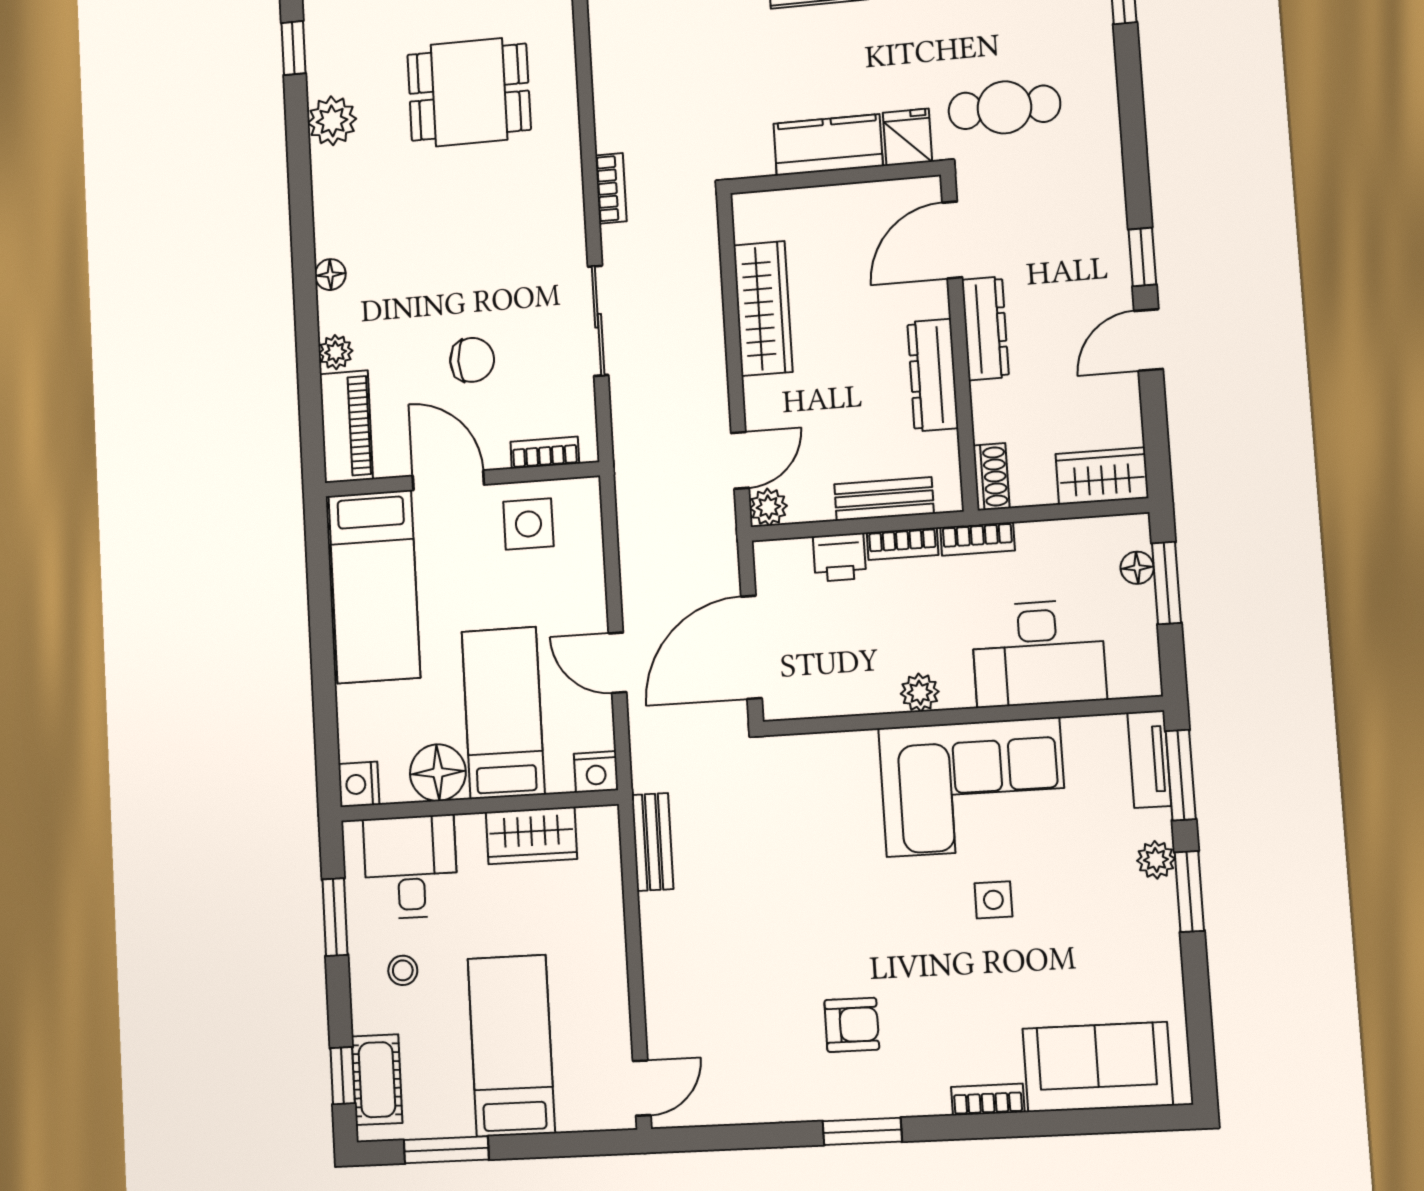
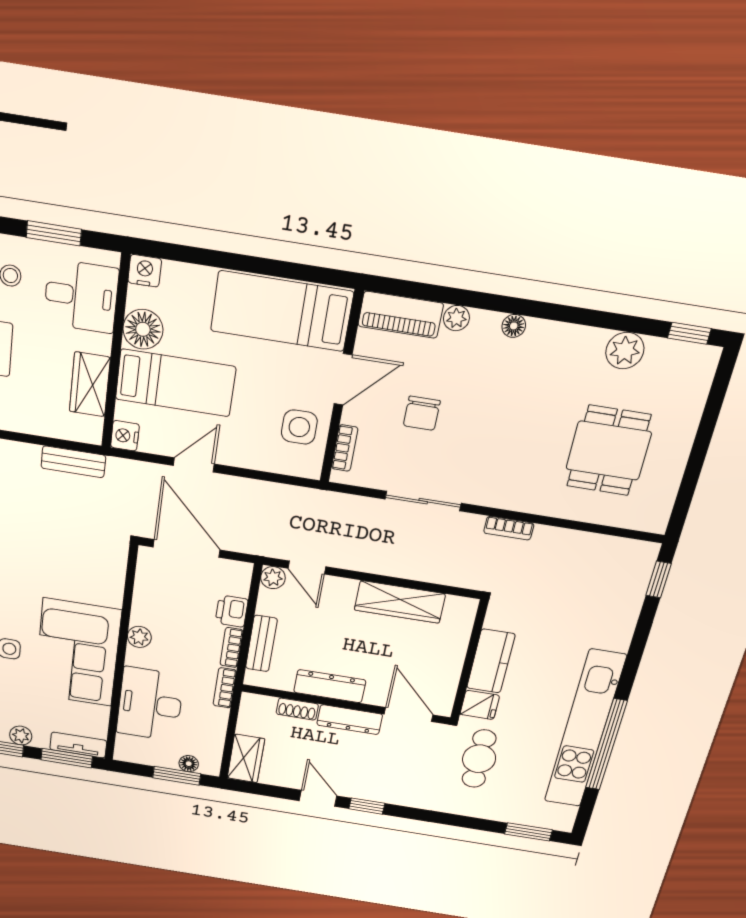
shoe rack: (991, 477) -> (297, 709), moved

